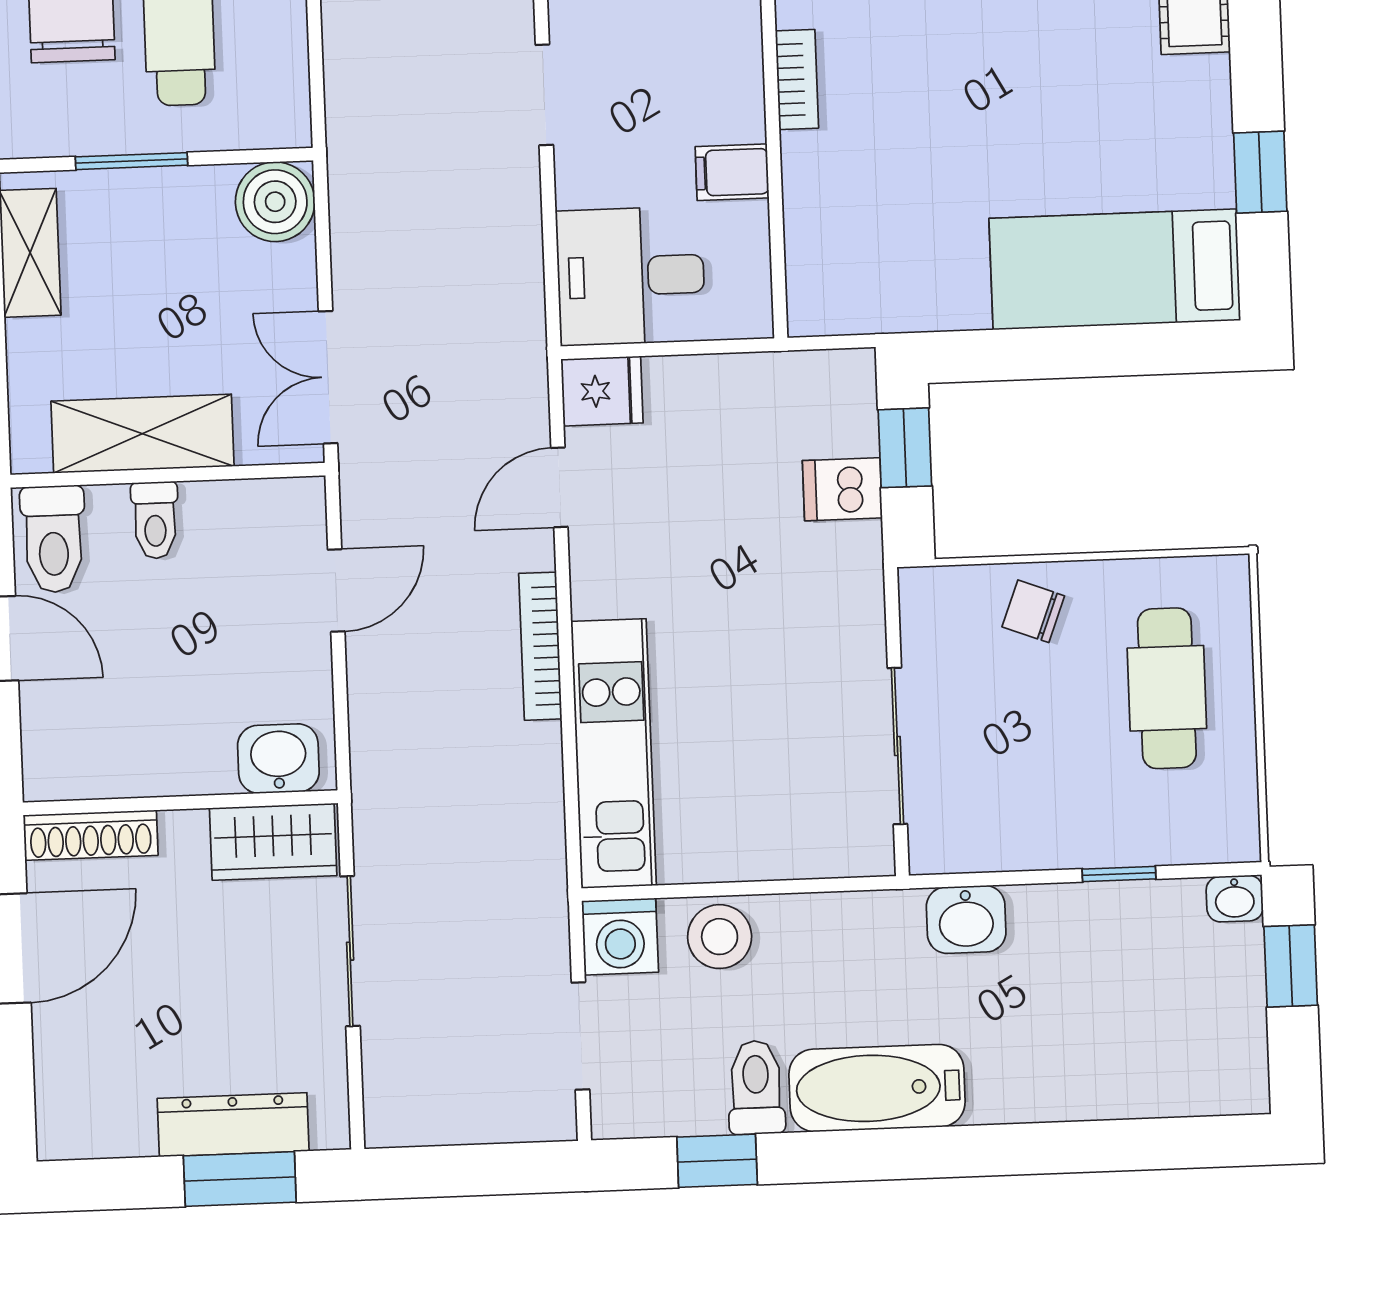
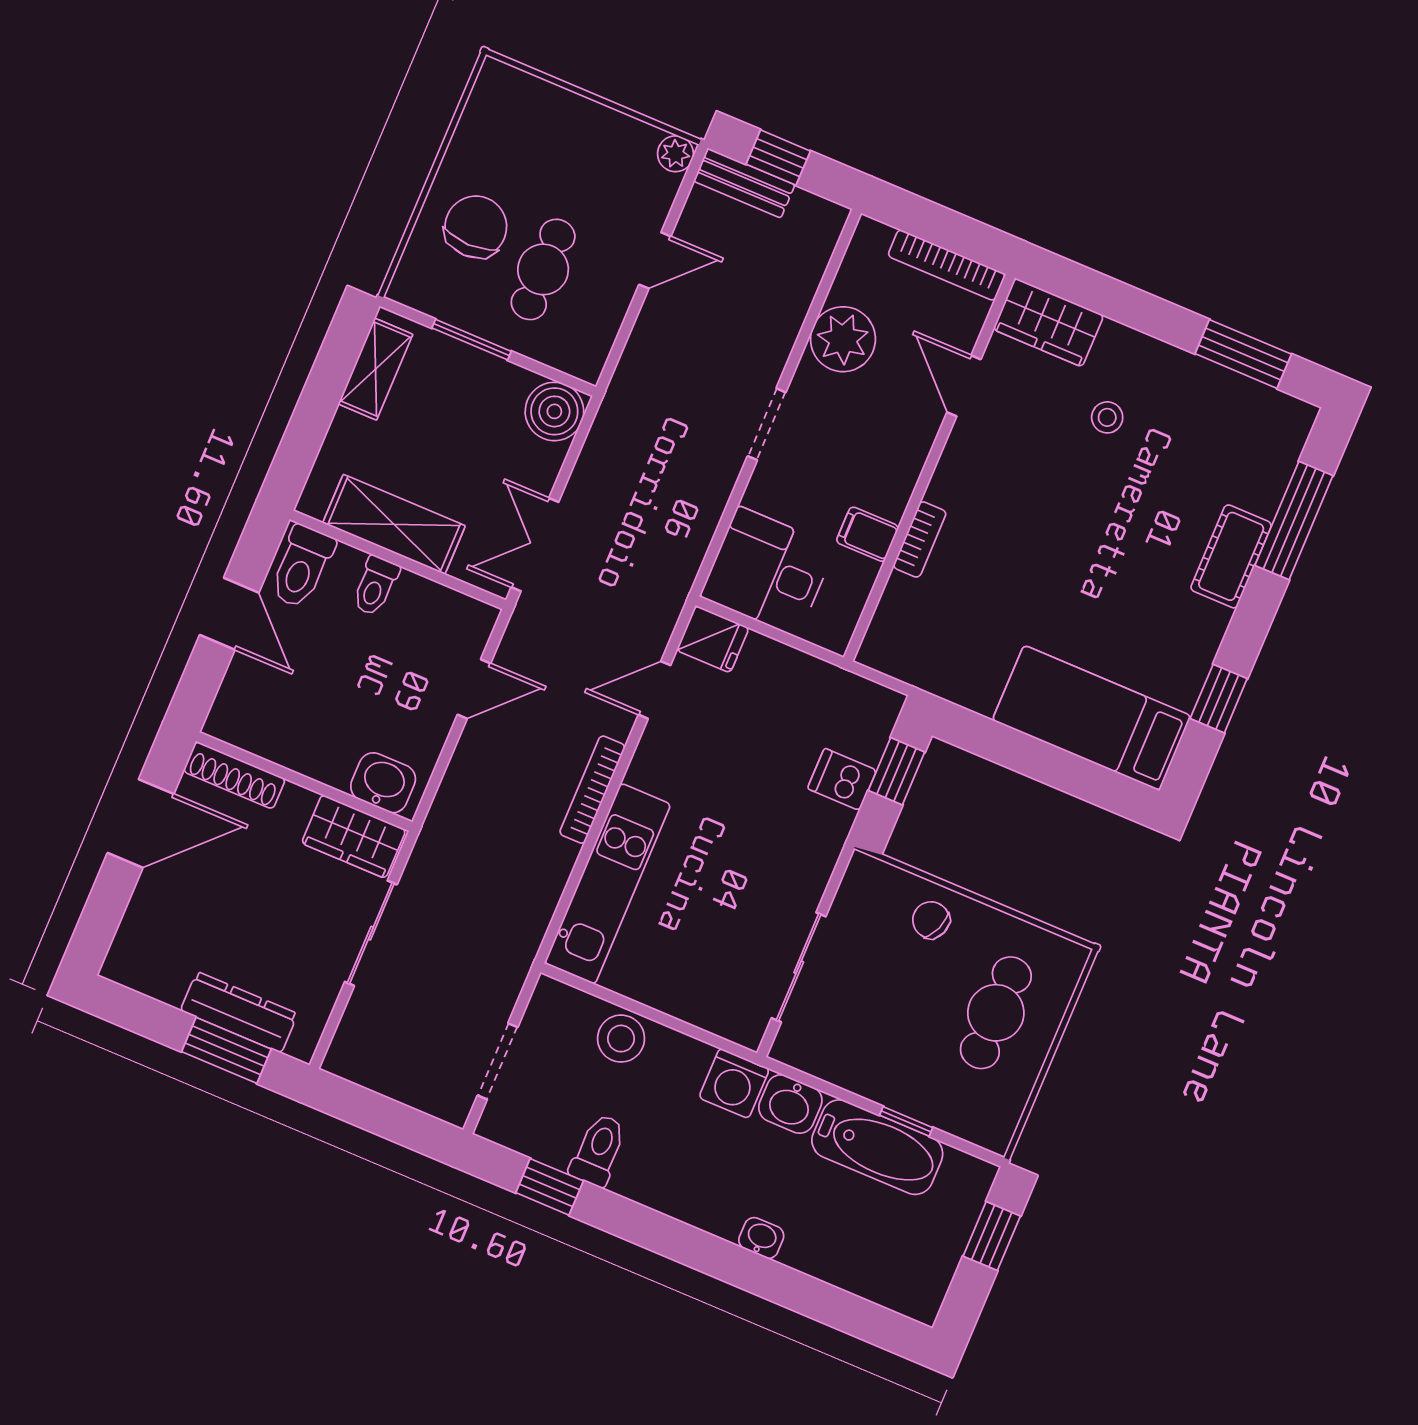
bookcase: (797, 79) -> (920, 539), moved
washbasin: (1235, 899) -> (761, 1238), moved, turned 180
washing machine: (620, 937) -> (734, 1083), moved
bathtub: (877, 1088) -> (877, 1147), moved, turned 180

